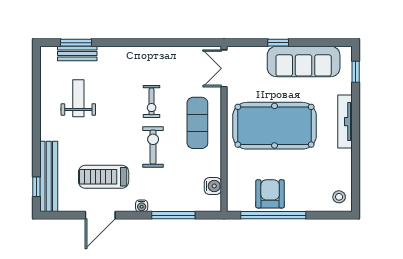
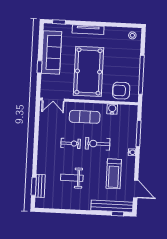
weight bench: (78, 98) -> (72, 178), moved
water cooler: (213, 186) -> (112, 109), moved
armchair: (270, 194) -> (121, 91), moved
door: (100, 215) -> (136, 189), moved

